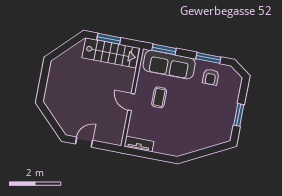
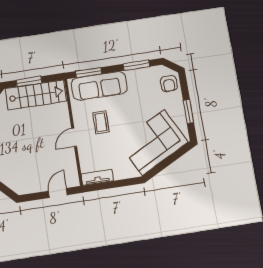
armchair: (211, 77) -> (169, 84), moved
door: (131, 102) -> (74, 137), hinge flipped
corner sofa: (198, 131) -> (153, 142), added
door: (84, 142) -> (58, 193), moved

